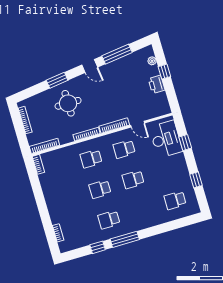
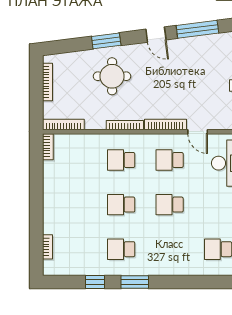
window: (125, 239) -> (135, 282), width x0.69

